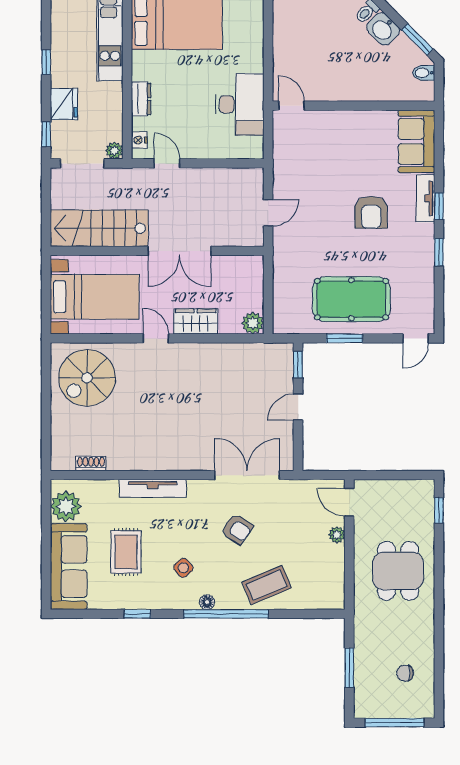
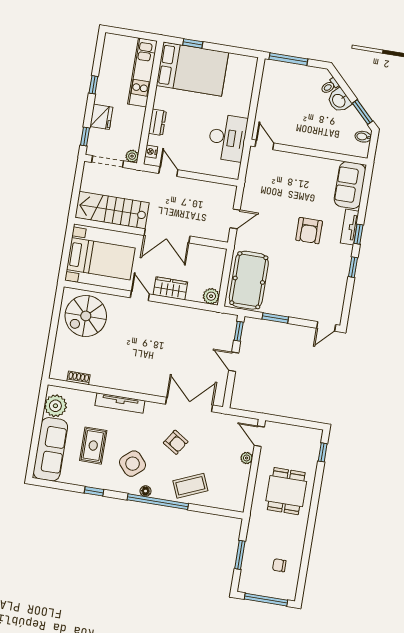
pool table: (351, 299) -> (249, 280), moved, turned 90
door: (298, 407) -> (234, 362), hinge flipped
side table: (183, 568) -> (133, 464), width x1.87, depth x1.87

